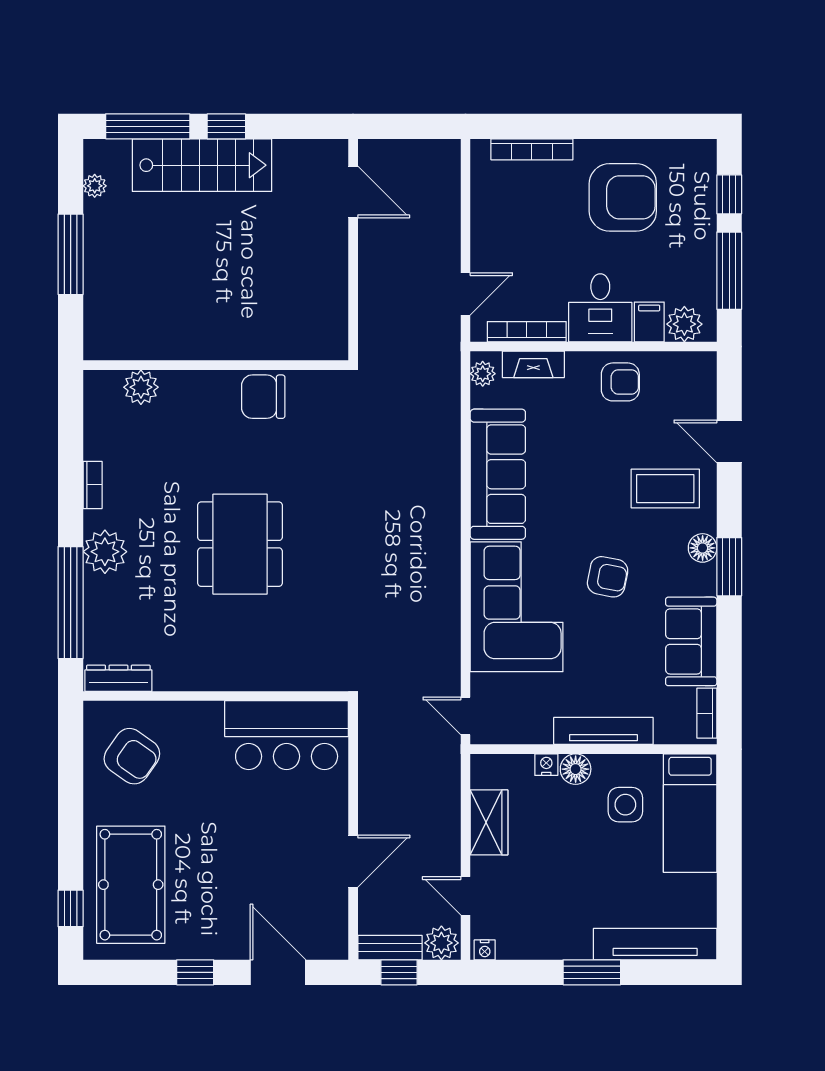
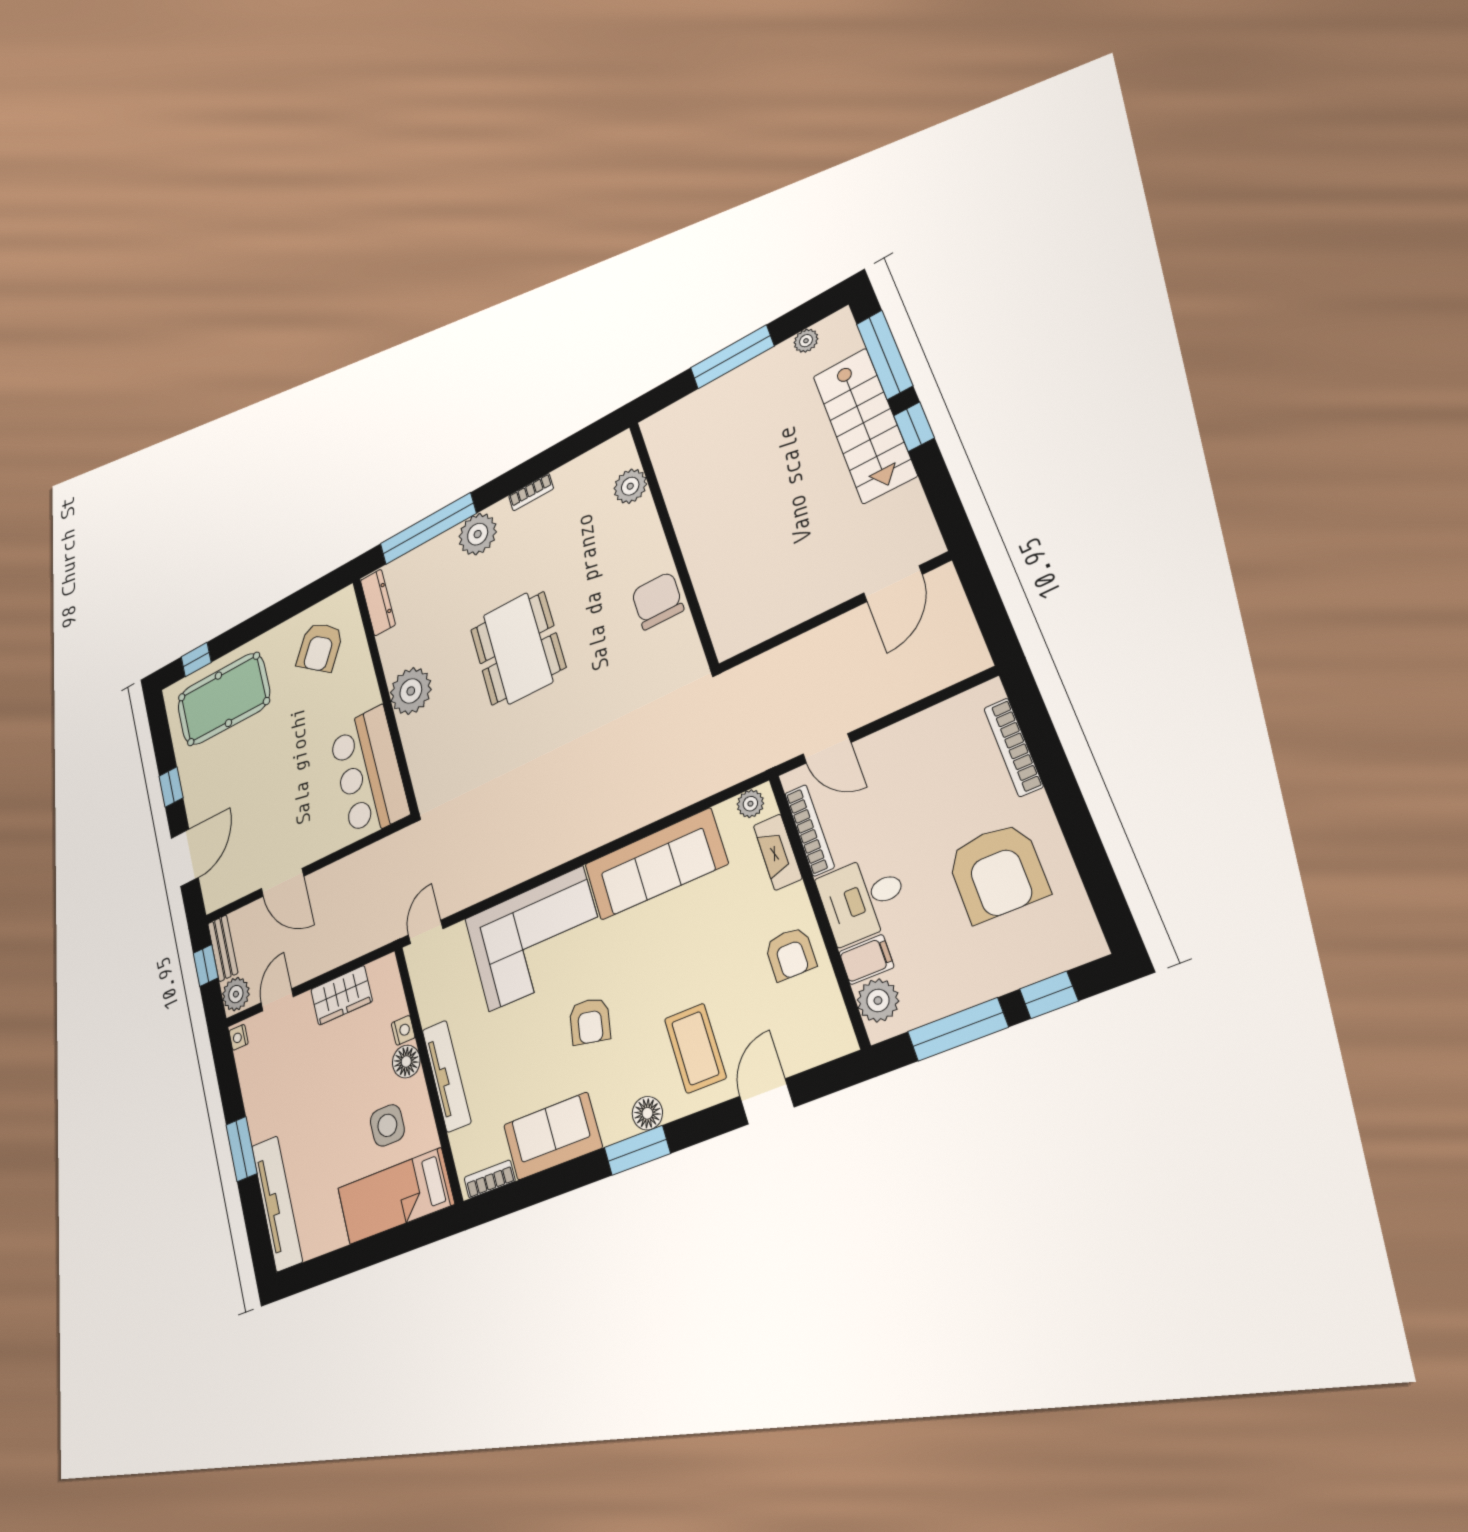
dining table: (240, 544) -> (518, 648), turned 90
plant: (227, 667) -> (411, 691), added

